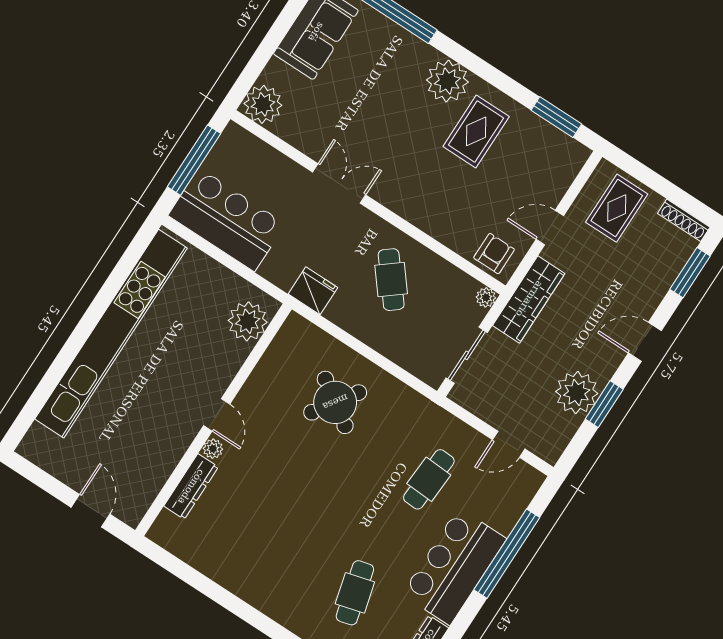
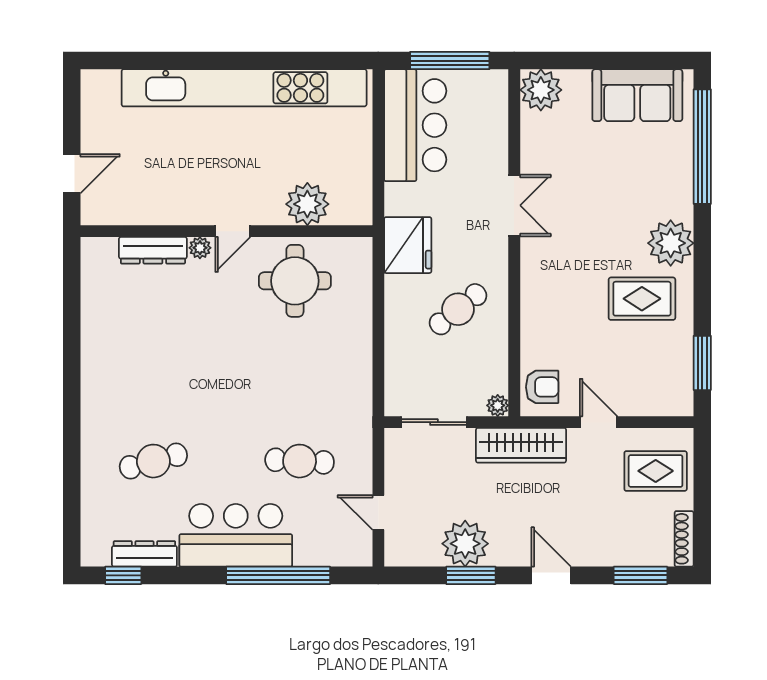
fridge: (313, 291) -> (408, 245), width x1.36, depth x1.34
plant: (248, 321) -> (307, 204), moved
round table: (335, 402) -> (295, 281), moved, turned -34

